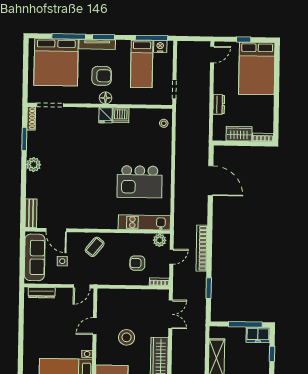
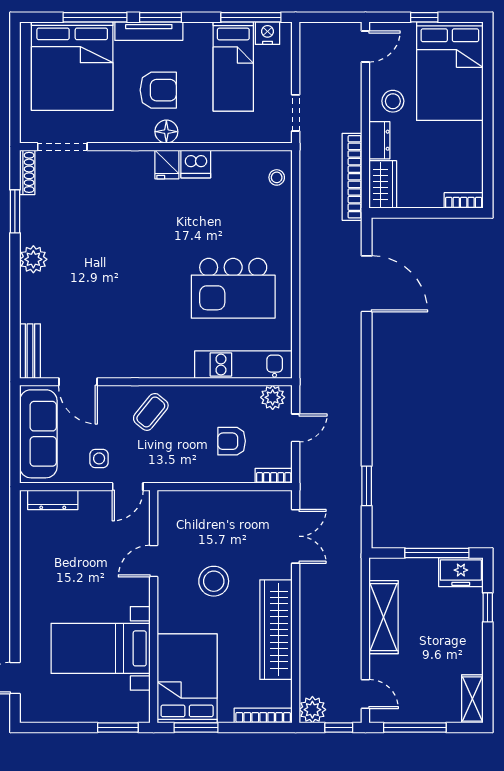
stool: (226, 84) -> (393, 101), added
wardrobe: (239, 134) -> (383, 184), moved, turned 90
bookcase: (202, 248) -> (352, 177), moved
side table: (62, 261) -> (99, 458), moved

